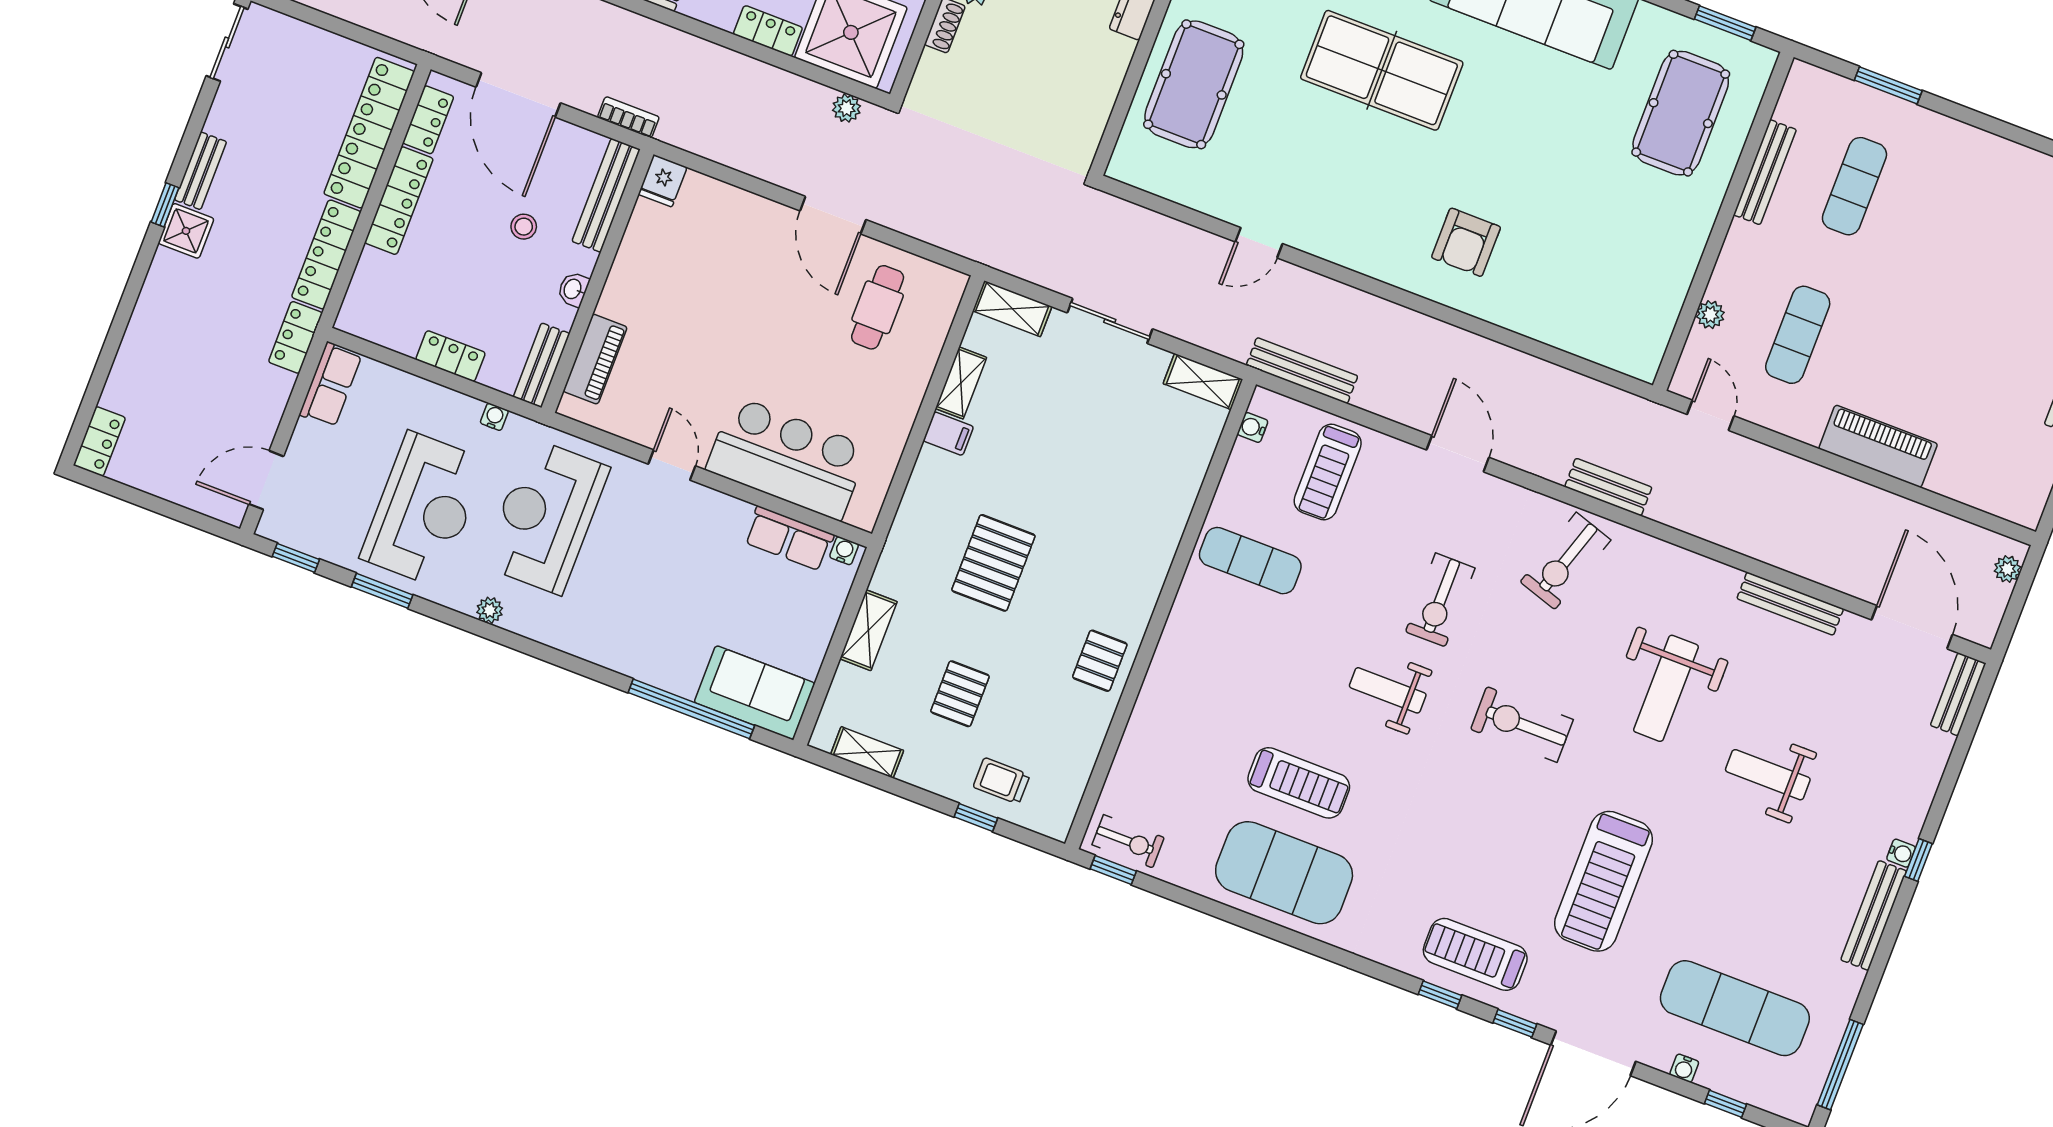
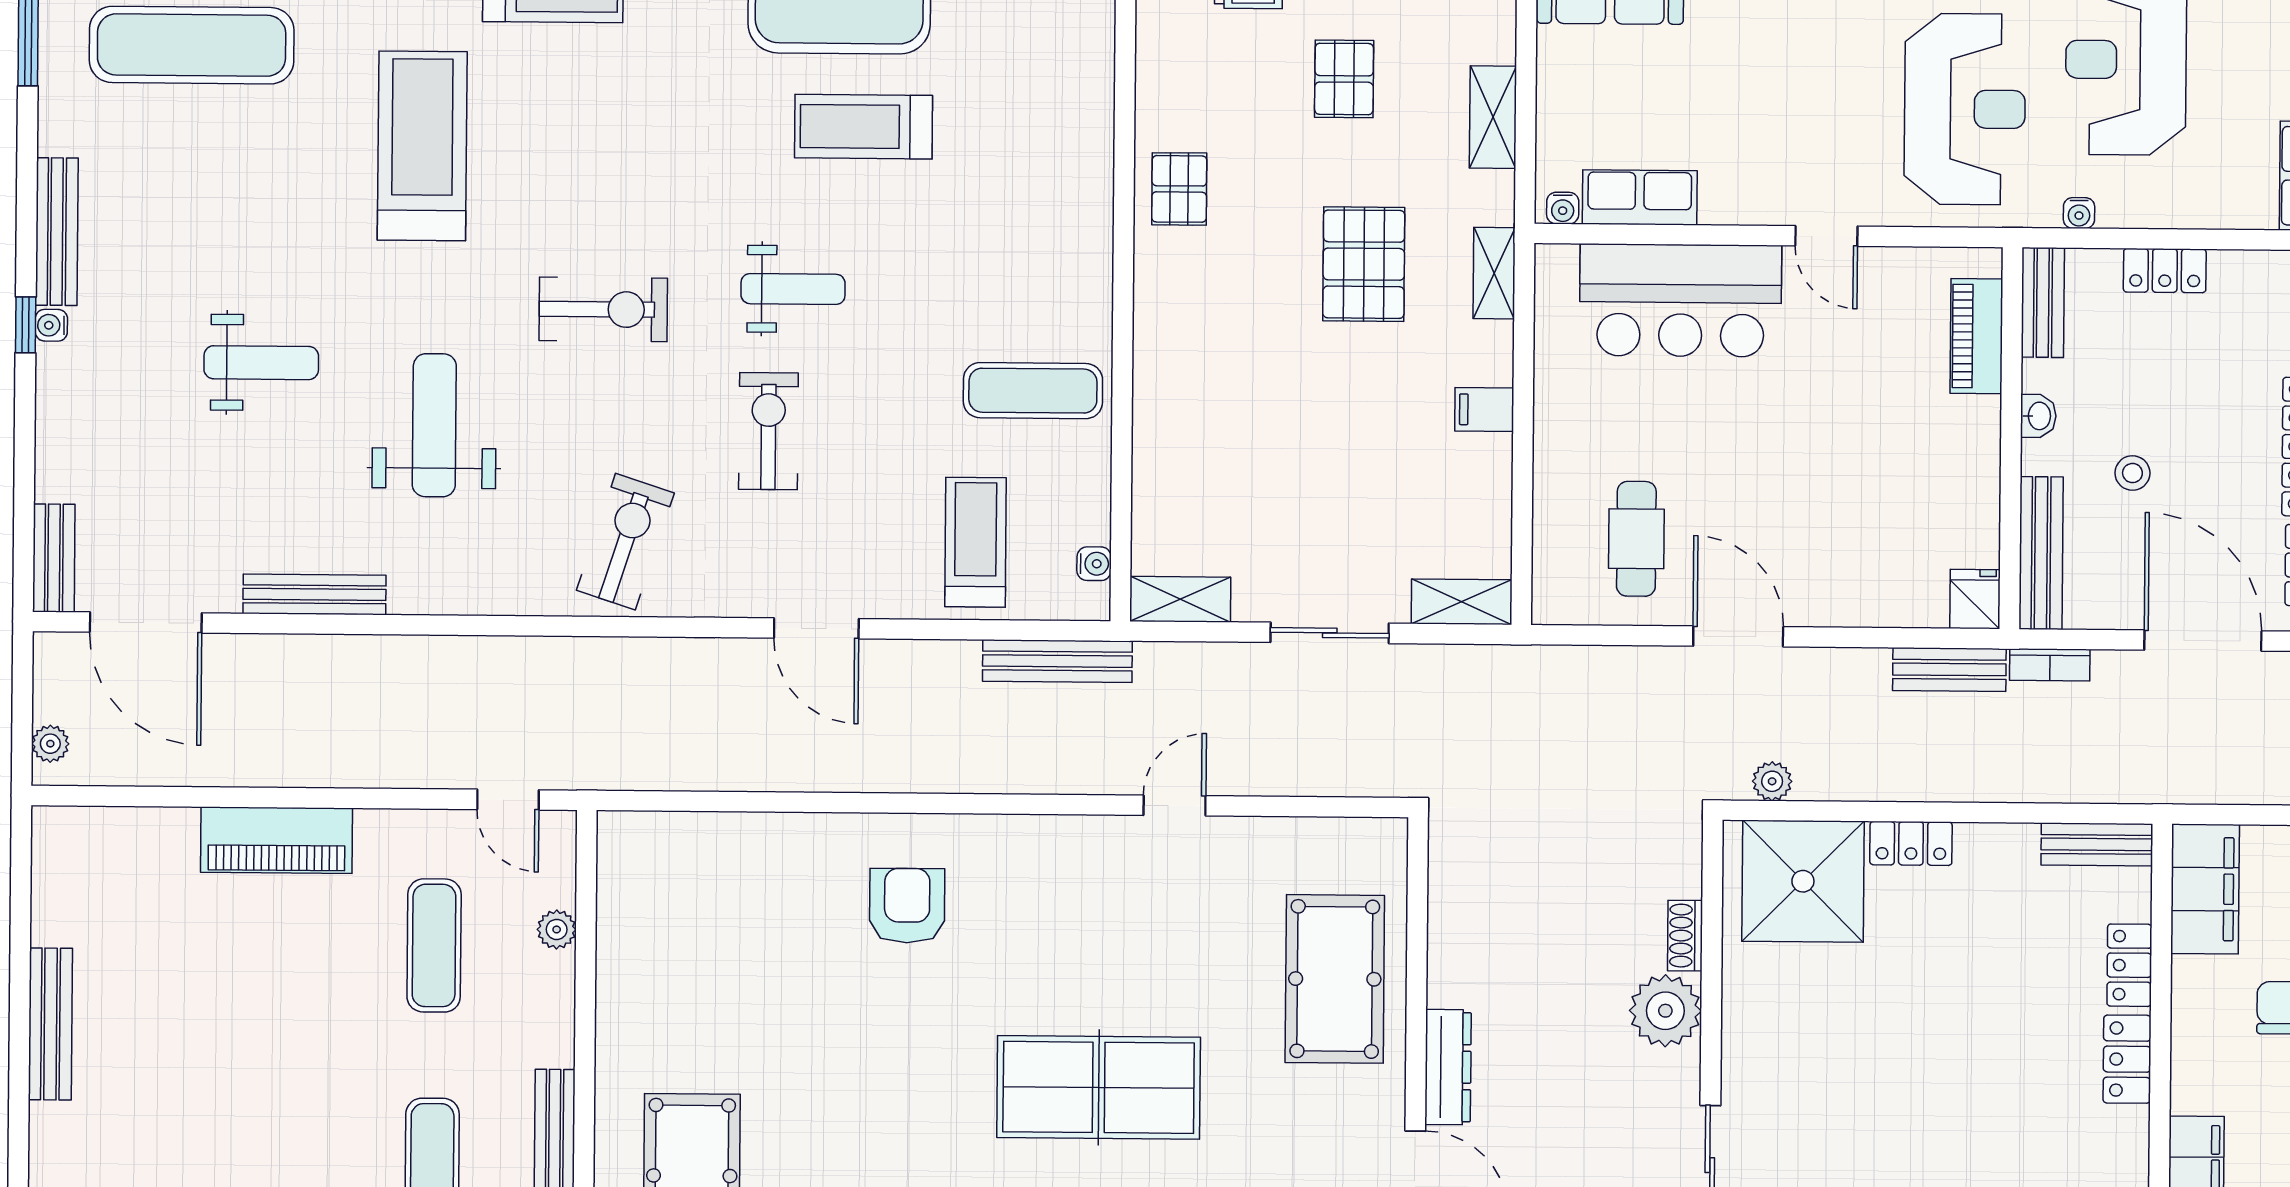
shelving: (961, 383) -> (1494, 273), moved
bench: (1608, 487) -> (1949, 669), moved

